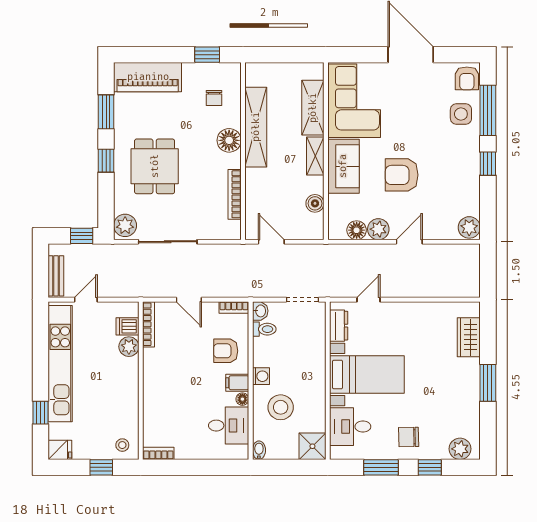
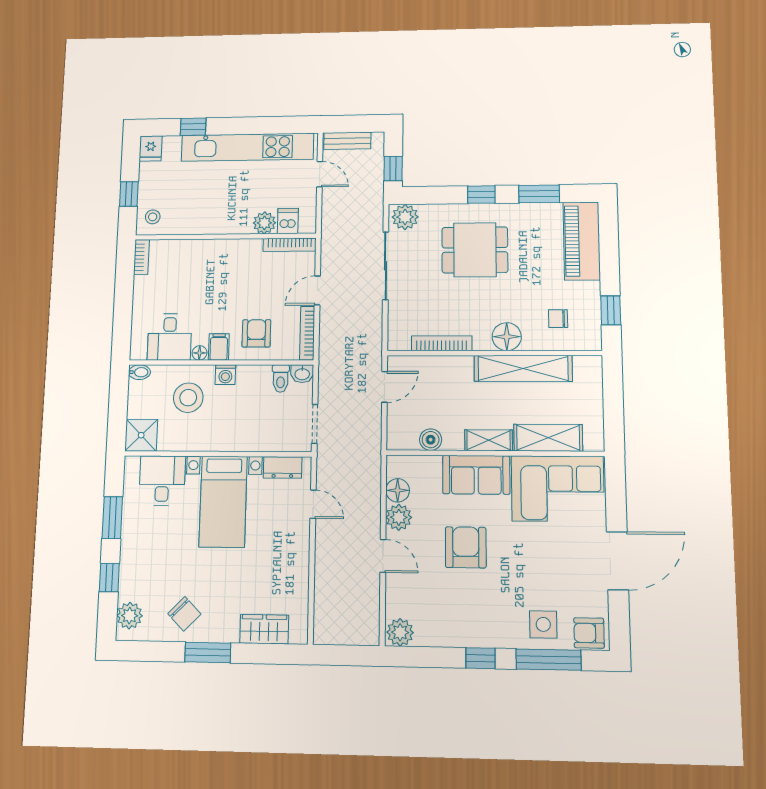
bookcase: (234, 307) -> (307, 333), width x1.56
chair: (409, 437) -> (184, 614), moved, turned 136

